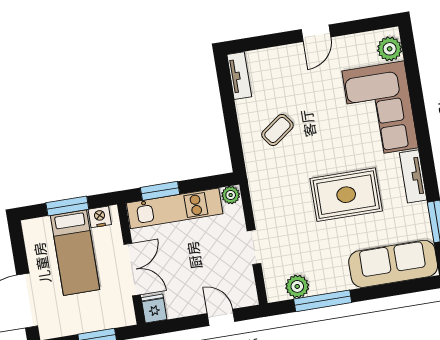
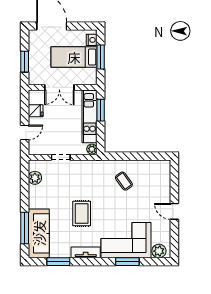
tv unit: (239, 76) -> (158, 165), removed
window: (417, 101) -> (127, 262), added
rug: (346, 195) -> (82, 213), width x0.73, depth x0.70
nightstand: (100, 217) -> (92, 40), moved
window: (323, 301) -> (25, 228), moved
fridge: (154, 309) -> (36, 111), moved

